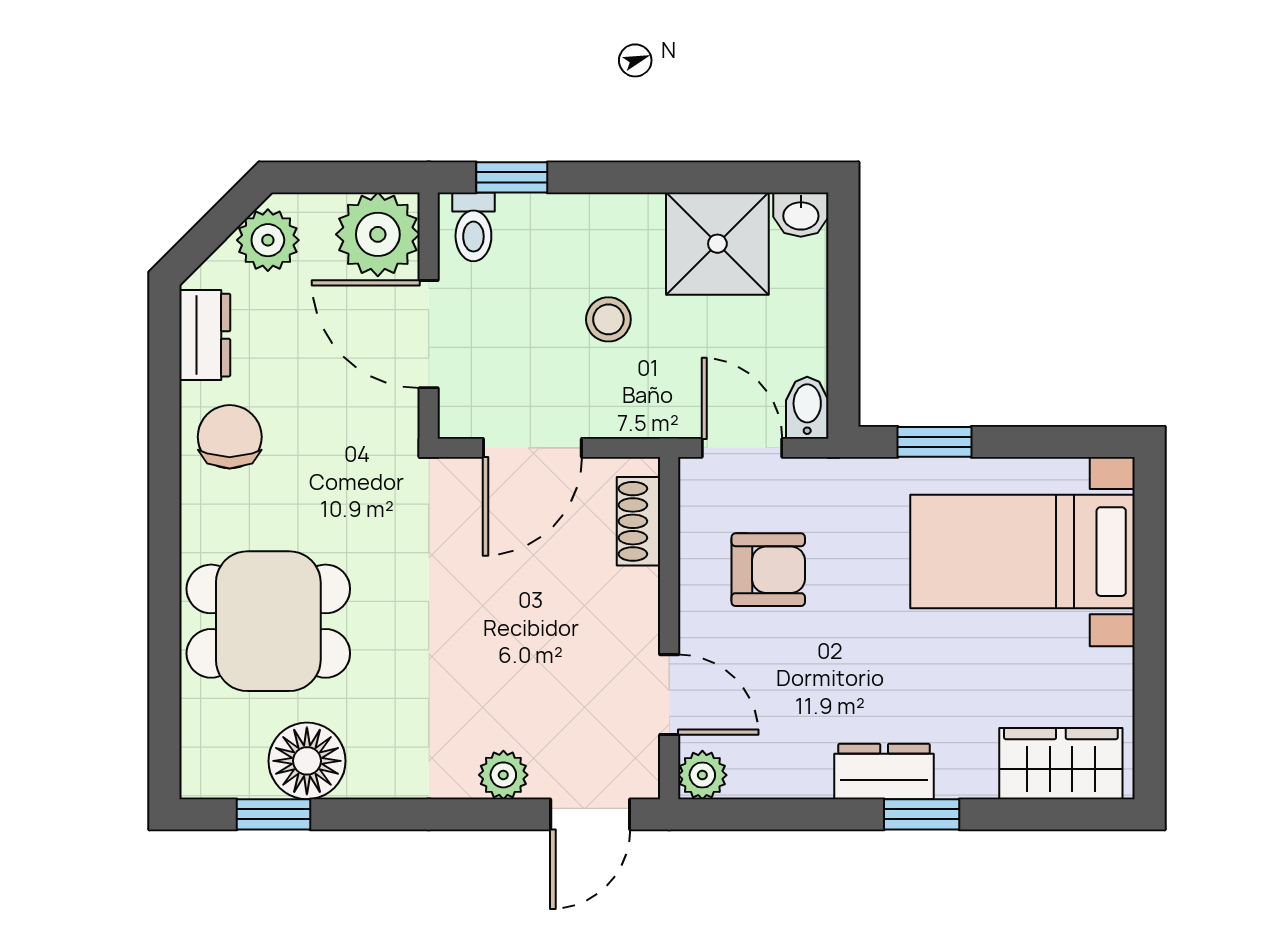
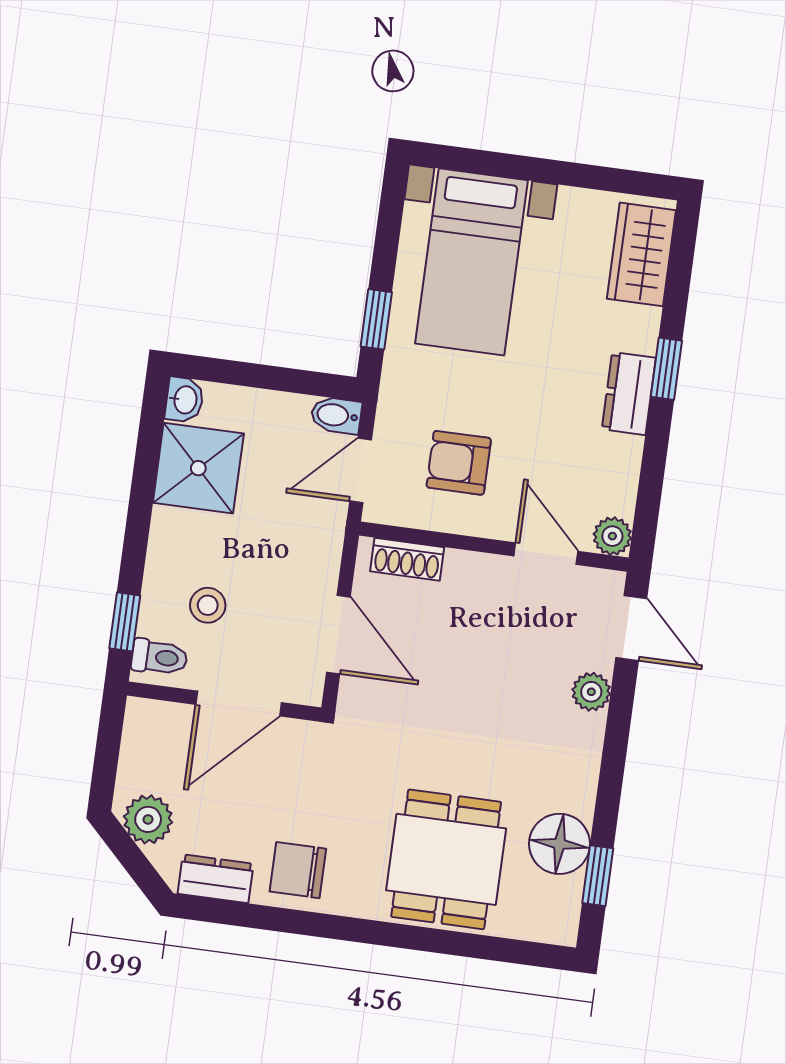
plant: (378, 234) -> (155, 733), removed
stool: (608, 319) -> (208, 605), moved
armchair: (768, 570) -> (459, 463), turned -90
door: (669, 695) -> (546, 554), hinge flipped

